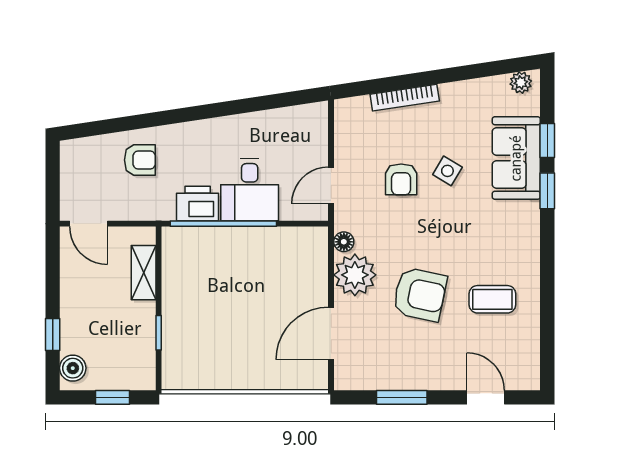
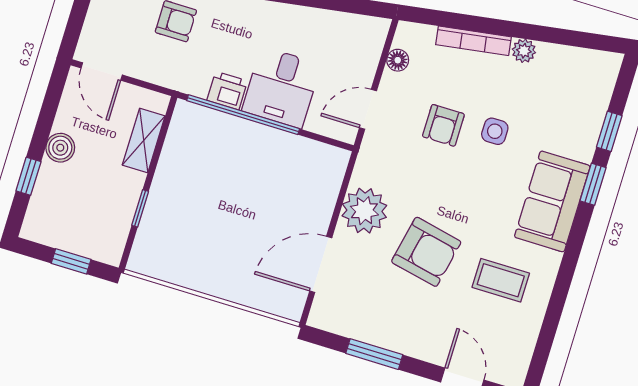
plant: (521, 83) -> (524, 51), moved
sofa: (516, 158) -> (552, 201), moved
side table: (447, 171) -> (495, 131), turned -31
printer: (198, 203) -> (227, 91), width x0.73, depth x0.81
floor lamp: (344, 242) -> (398, 60), moved
boiler: (73, 368) -> (60, 148), moved

